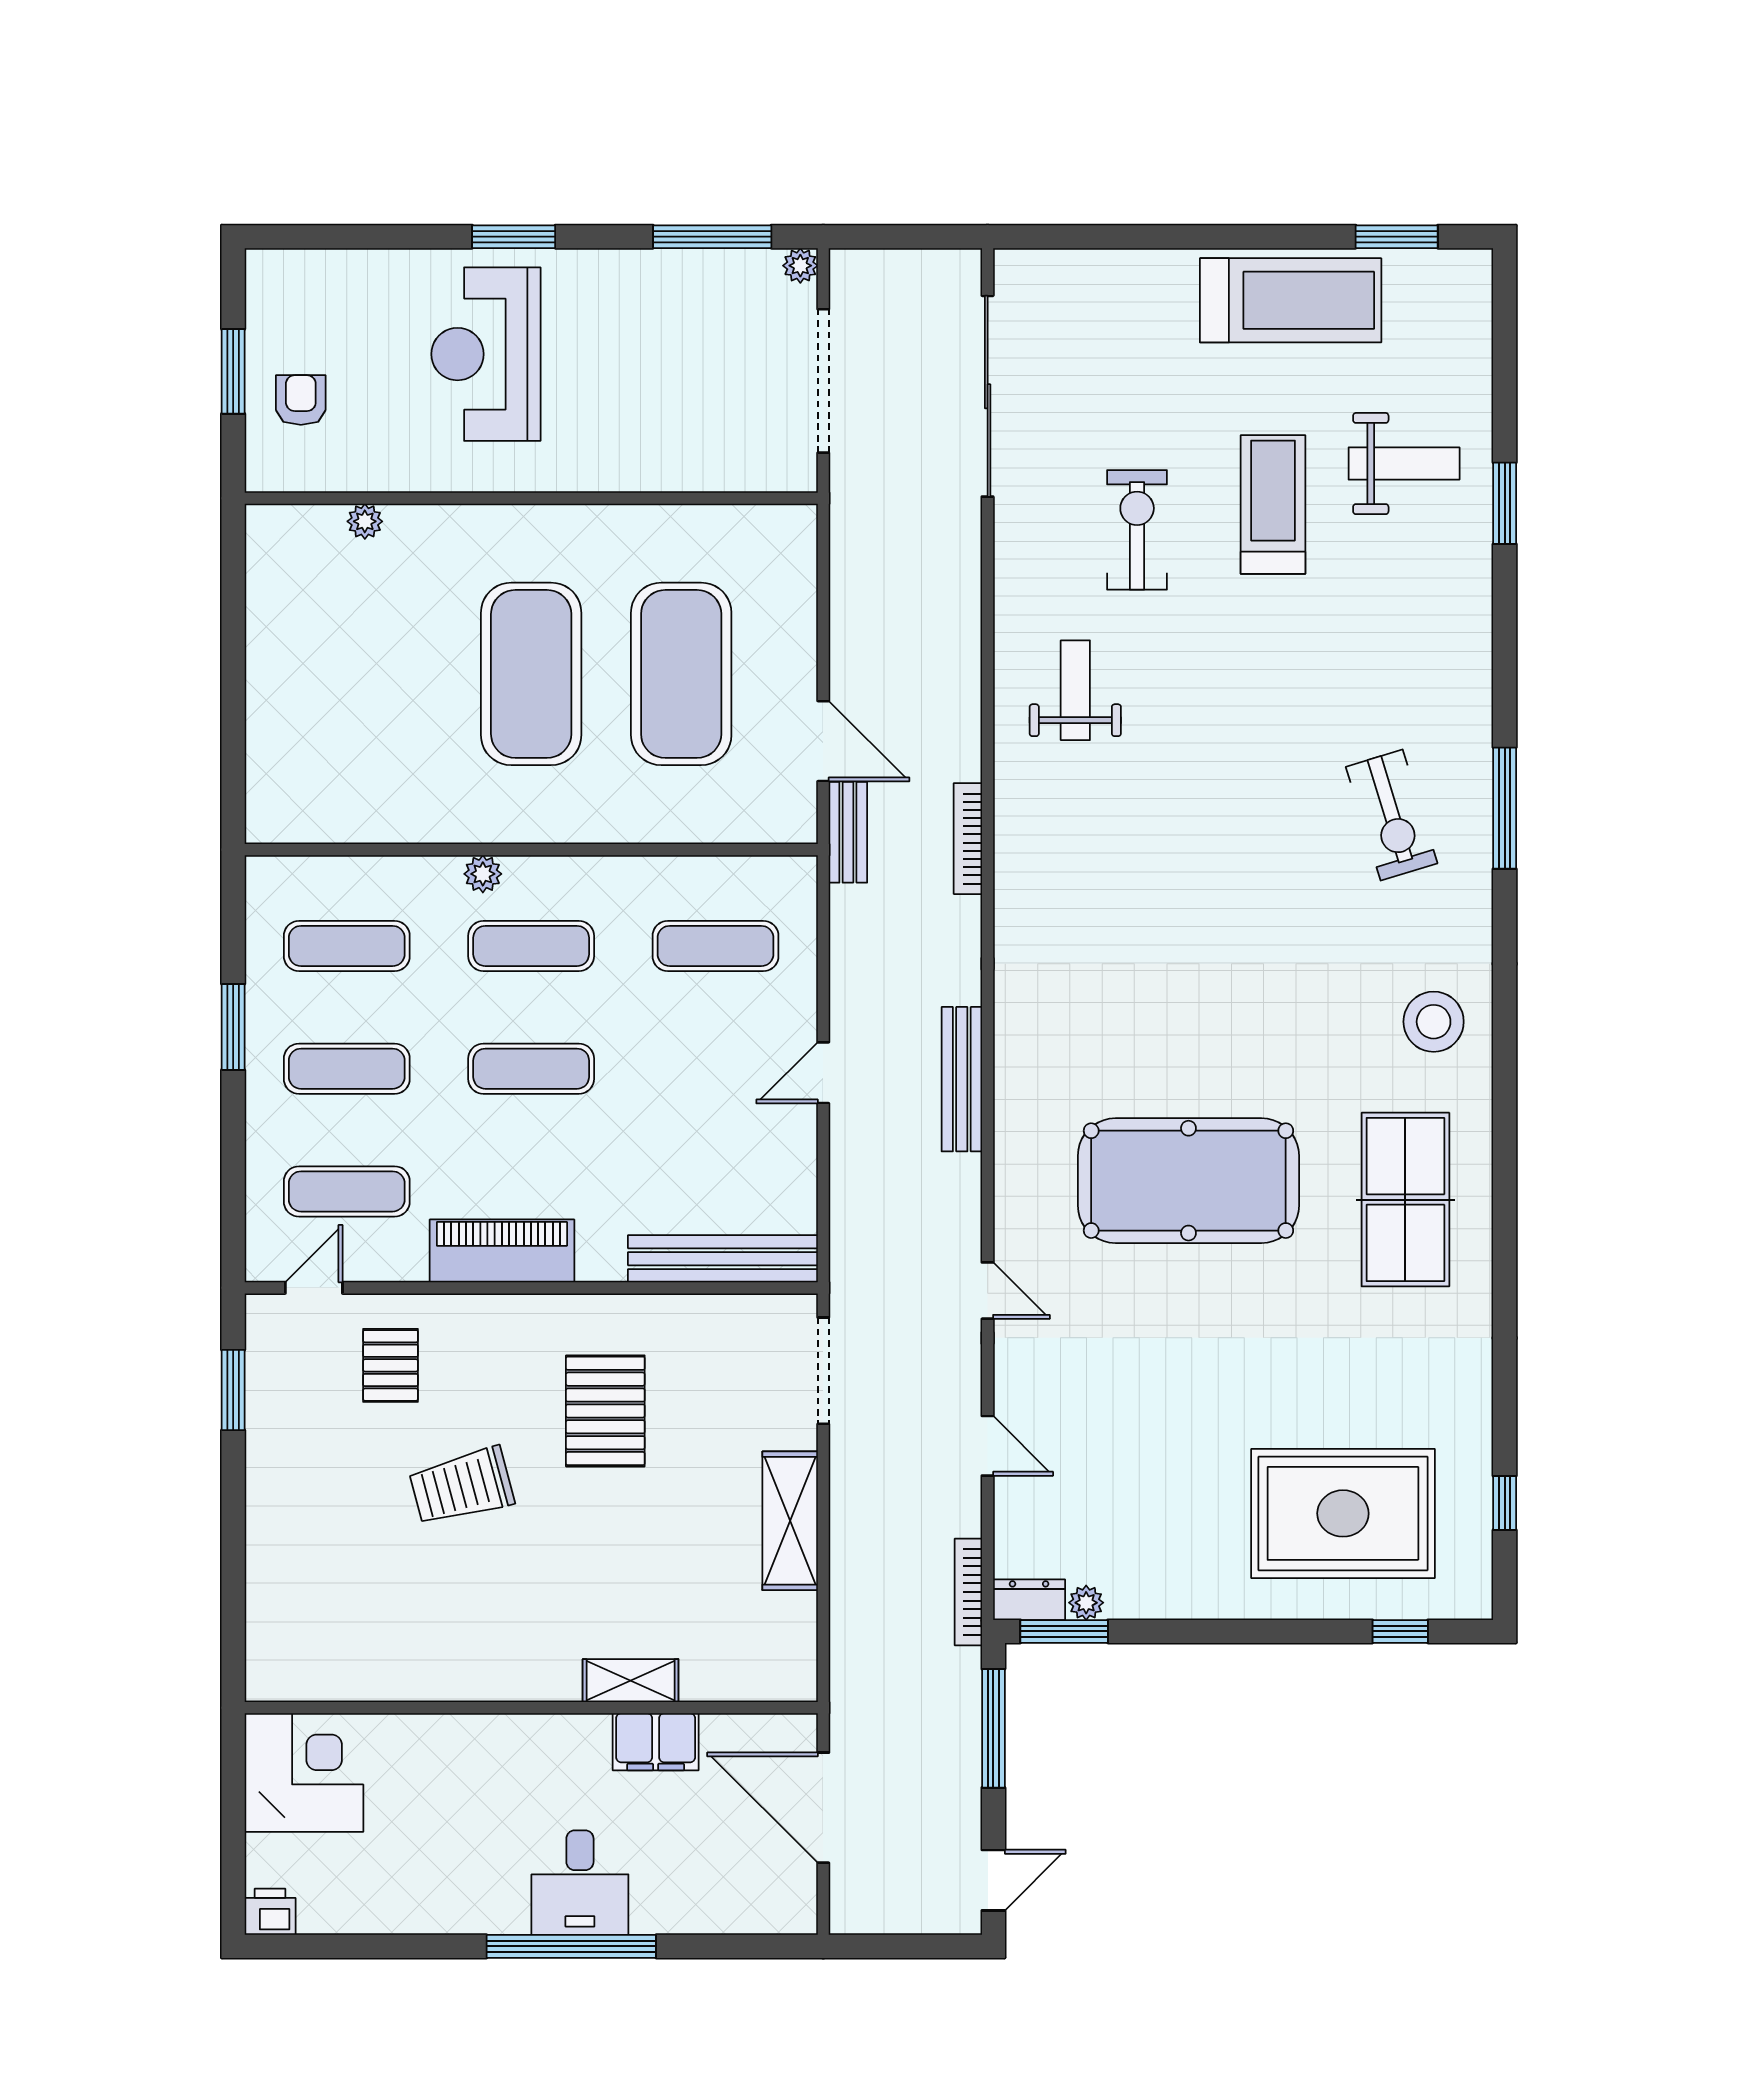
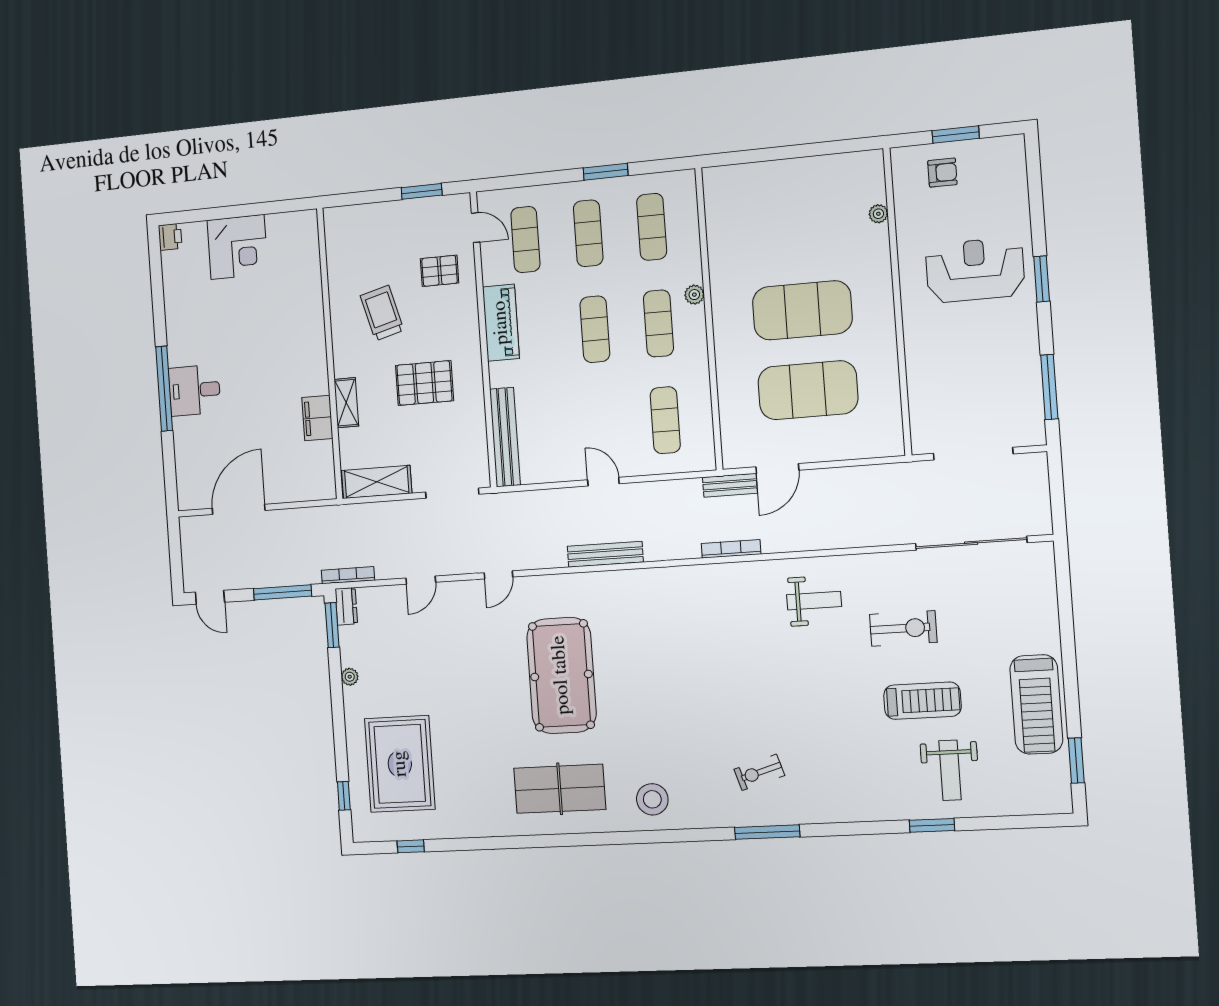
plant: (800, 266) -> (1037, 436), removed
exercise bike: (1392, 815) -> (759, 772), width x0.73, depth x0.72
plant: (1086, 1603) -> (350, 677), moved
shelving: (631, 1681) -> (346, 403), moved
wall: (531, 1708) -> (330, 353), moved
filing cabinet: (656, 1742) -> (317, 418), moved

